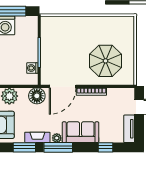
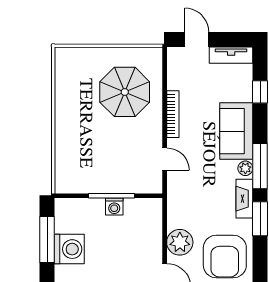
washing machine: (32, 68) -> (114, 207), moved
door: (63, 86) -> (165, 159), width x0.53
floor lamp: (37, 96) -> (179, 199), removed

